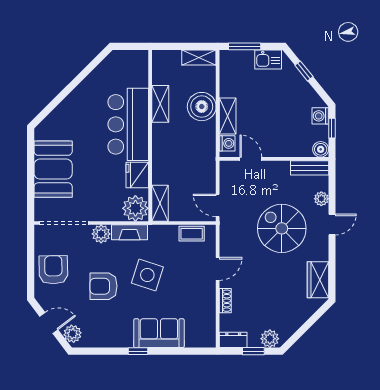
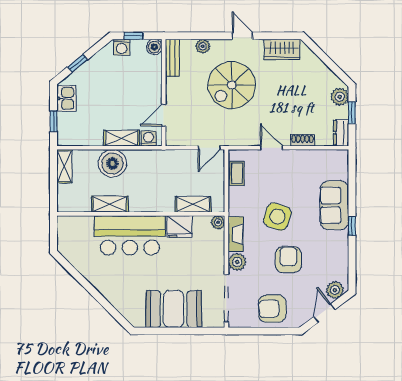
window: (245, 46) -> (53, 121), width x0.67
shelving: (160, 203) -> (193, 204), moved
plant: (135, 208) -> (218, 222), width x0.53, depth x0.53
door: (332, 224) -> (242, 36), moved
armchair: (103, 286) -> (288, 260), turned 180

